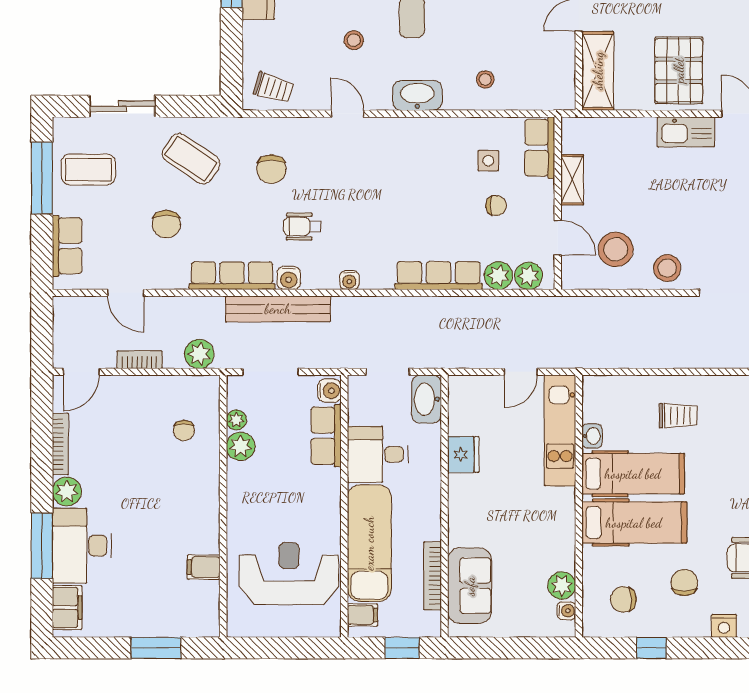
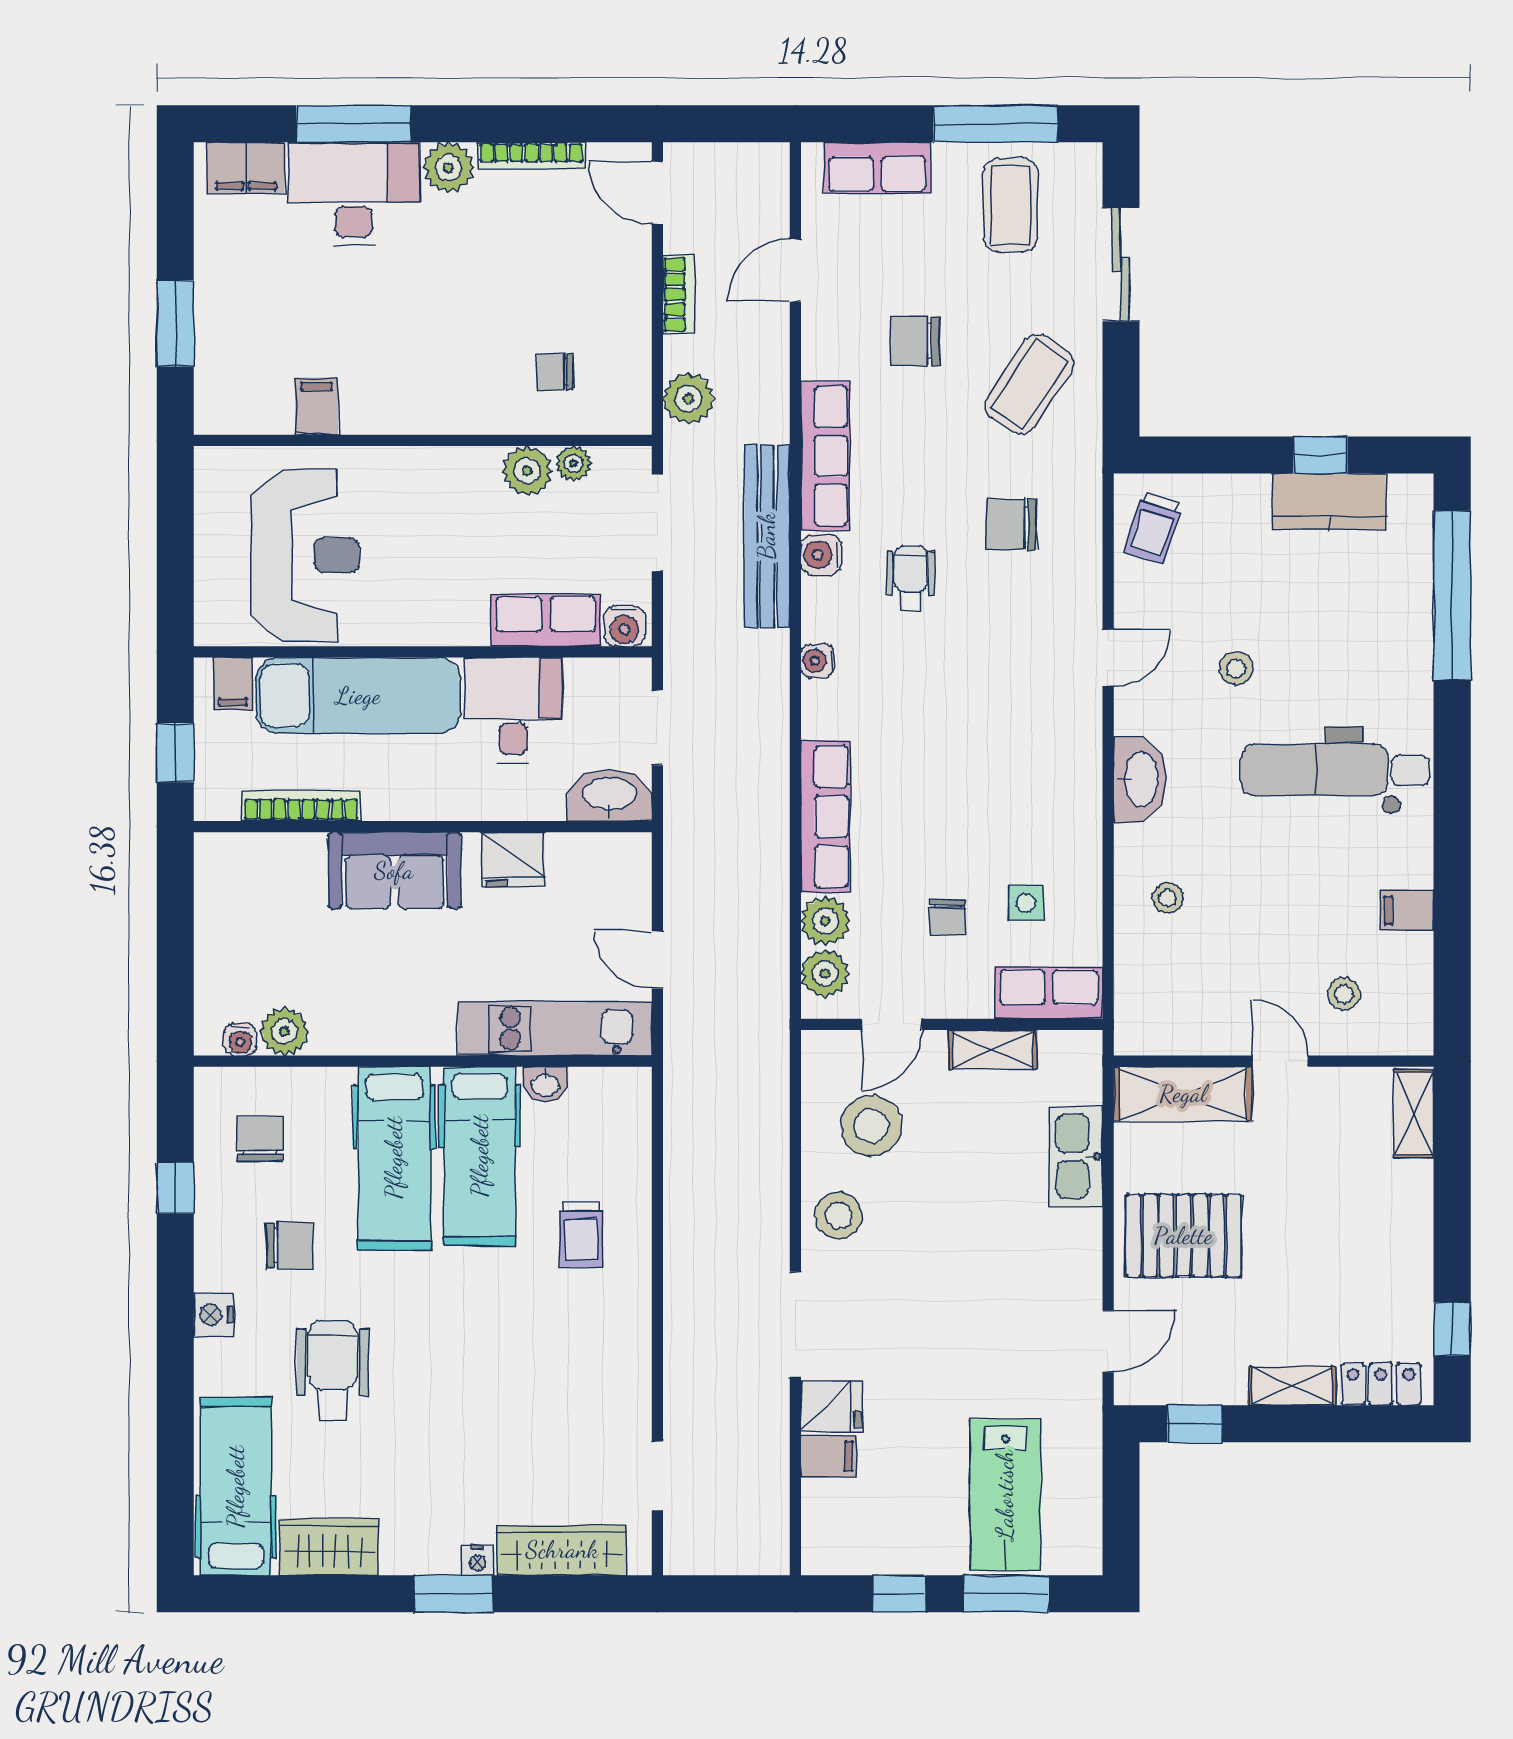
kitchen sink: (686, 132) -> (1076, 1156), moved
sofa: (470, 586) -> (394, 871), moved

